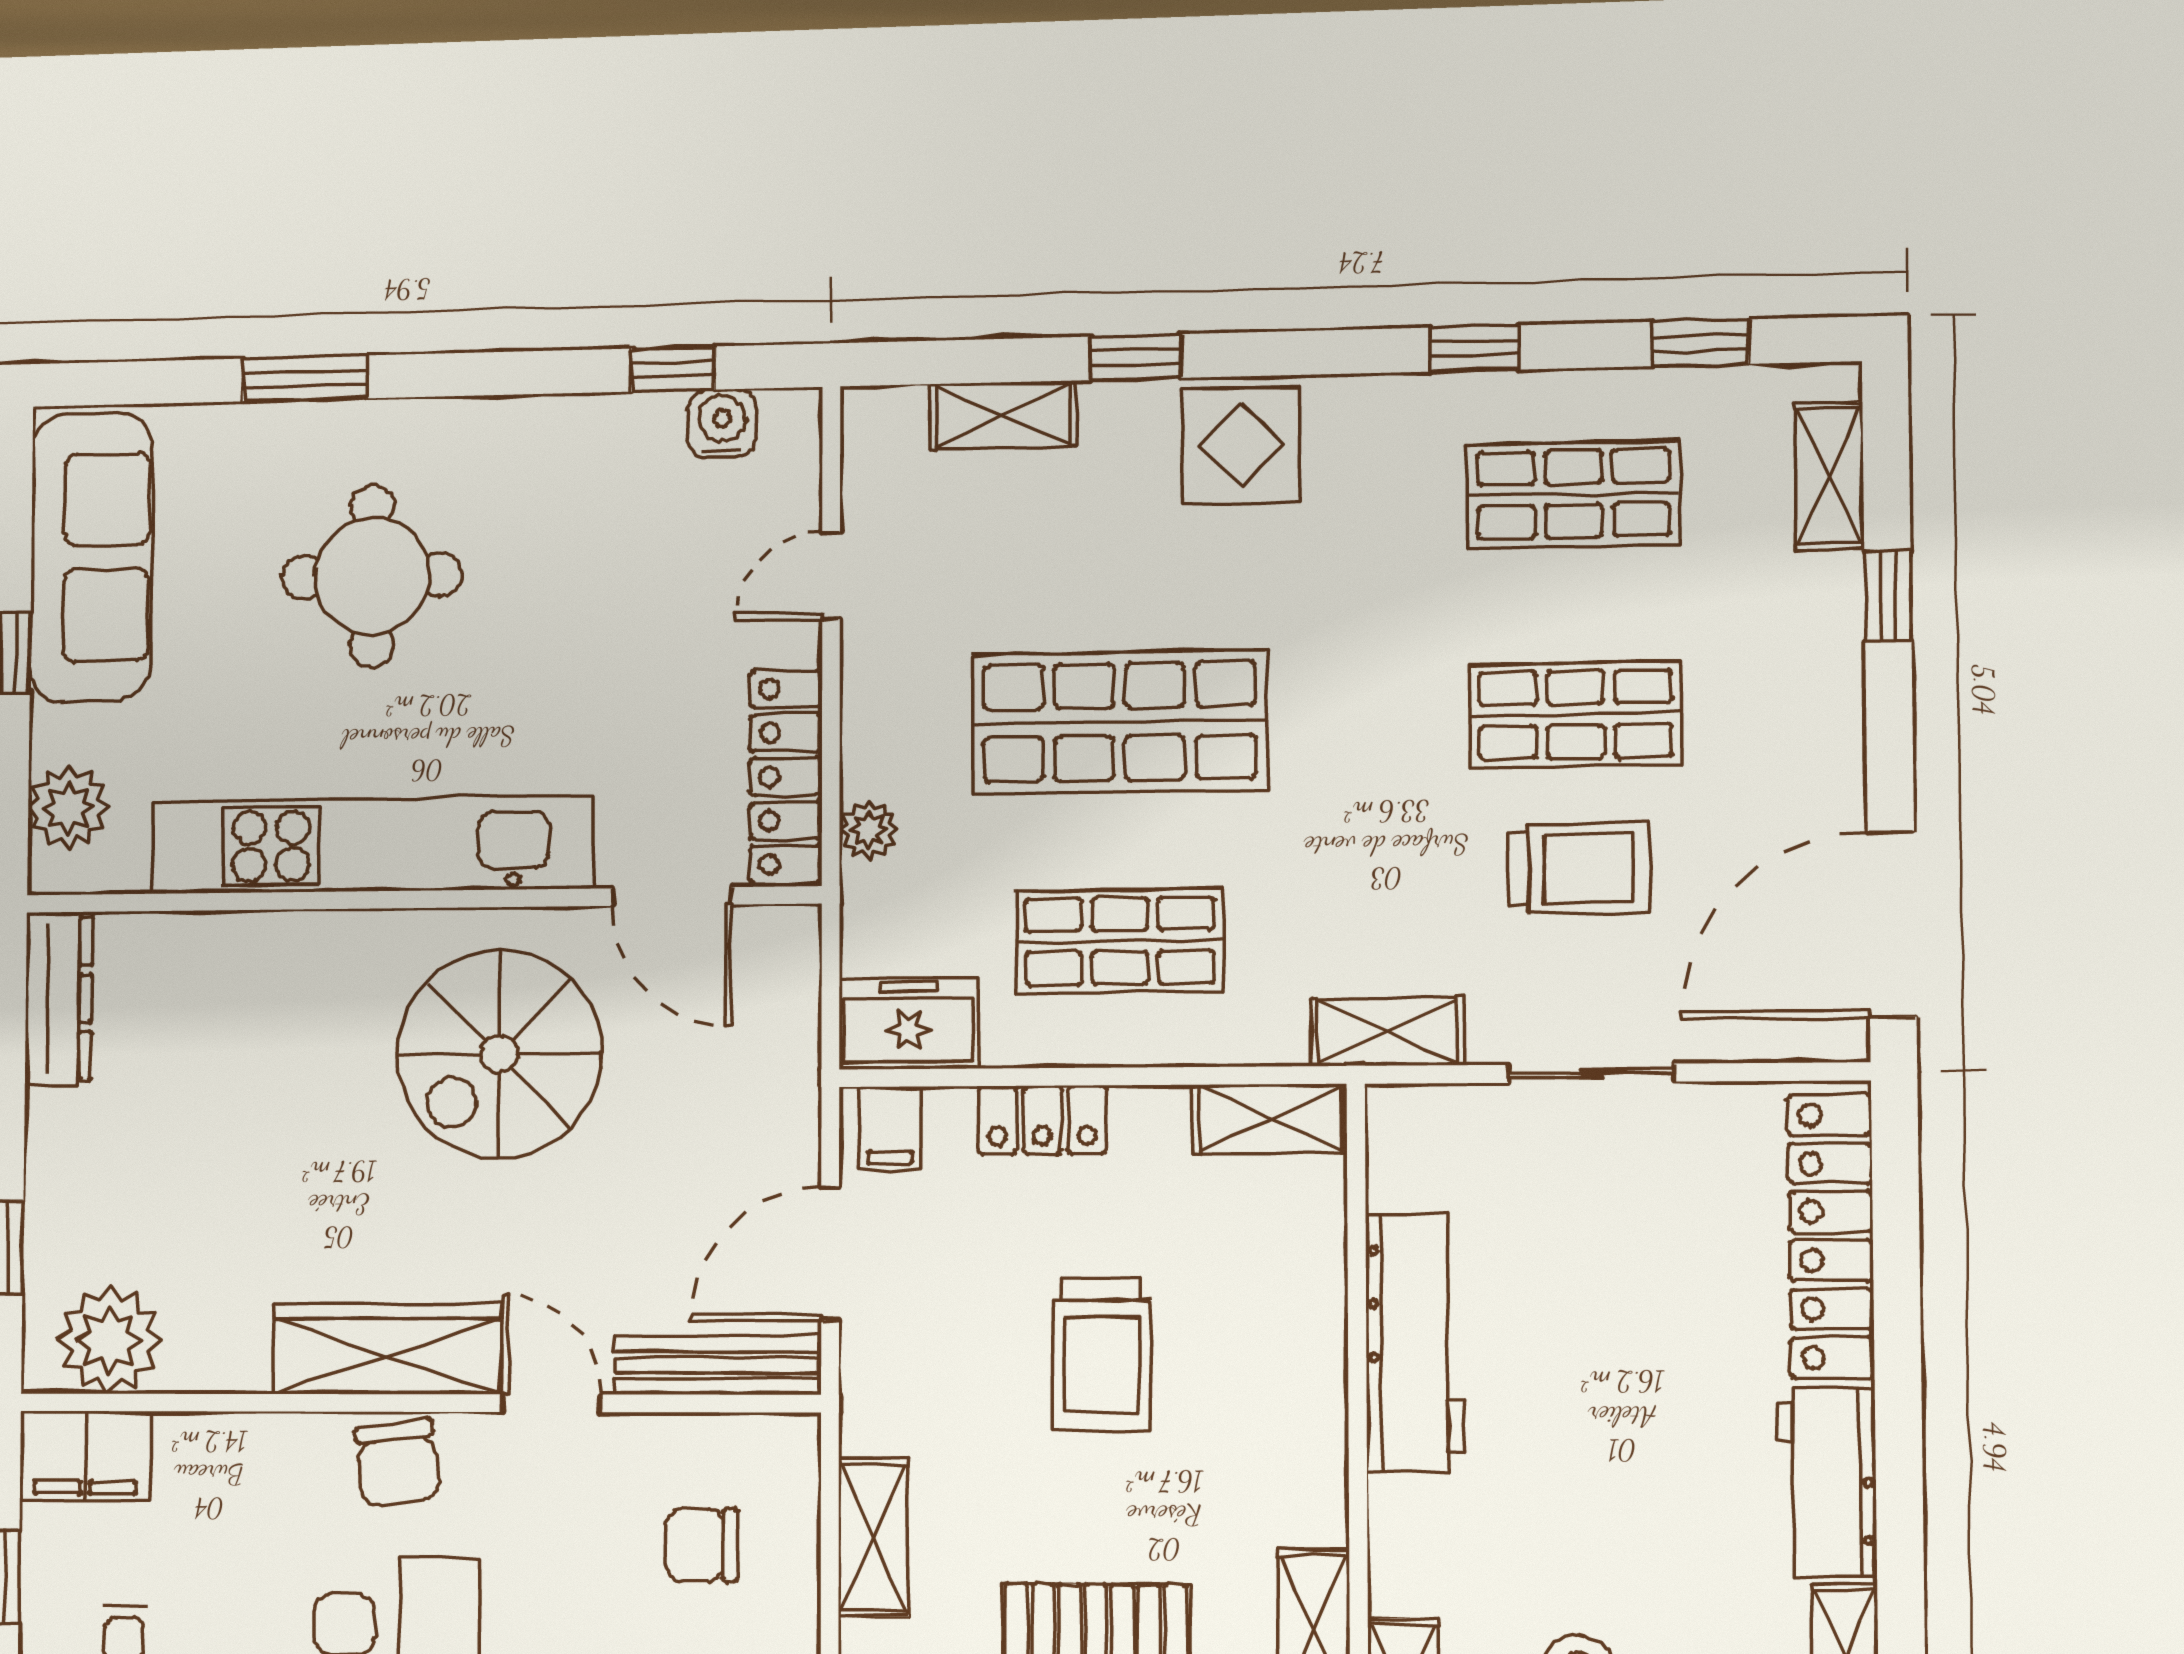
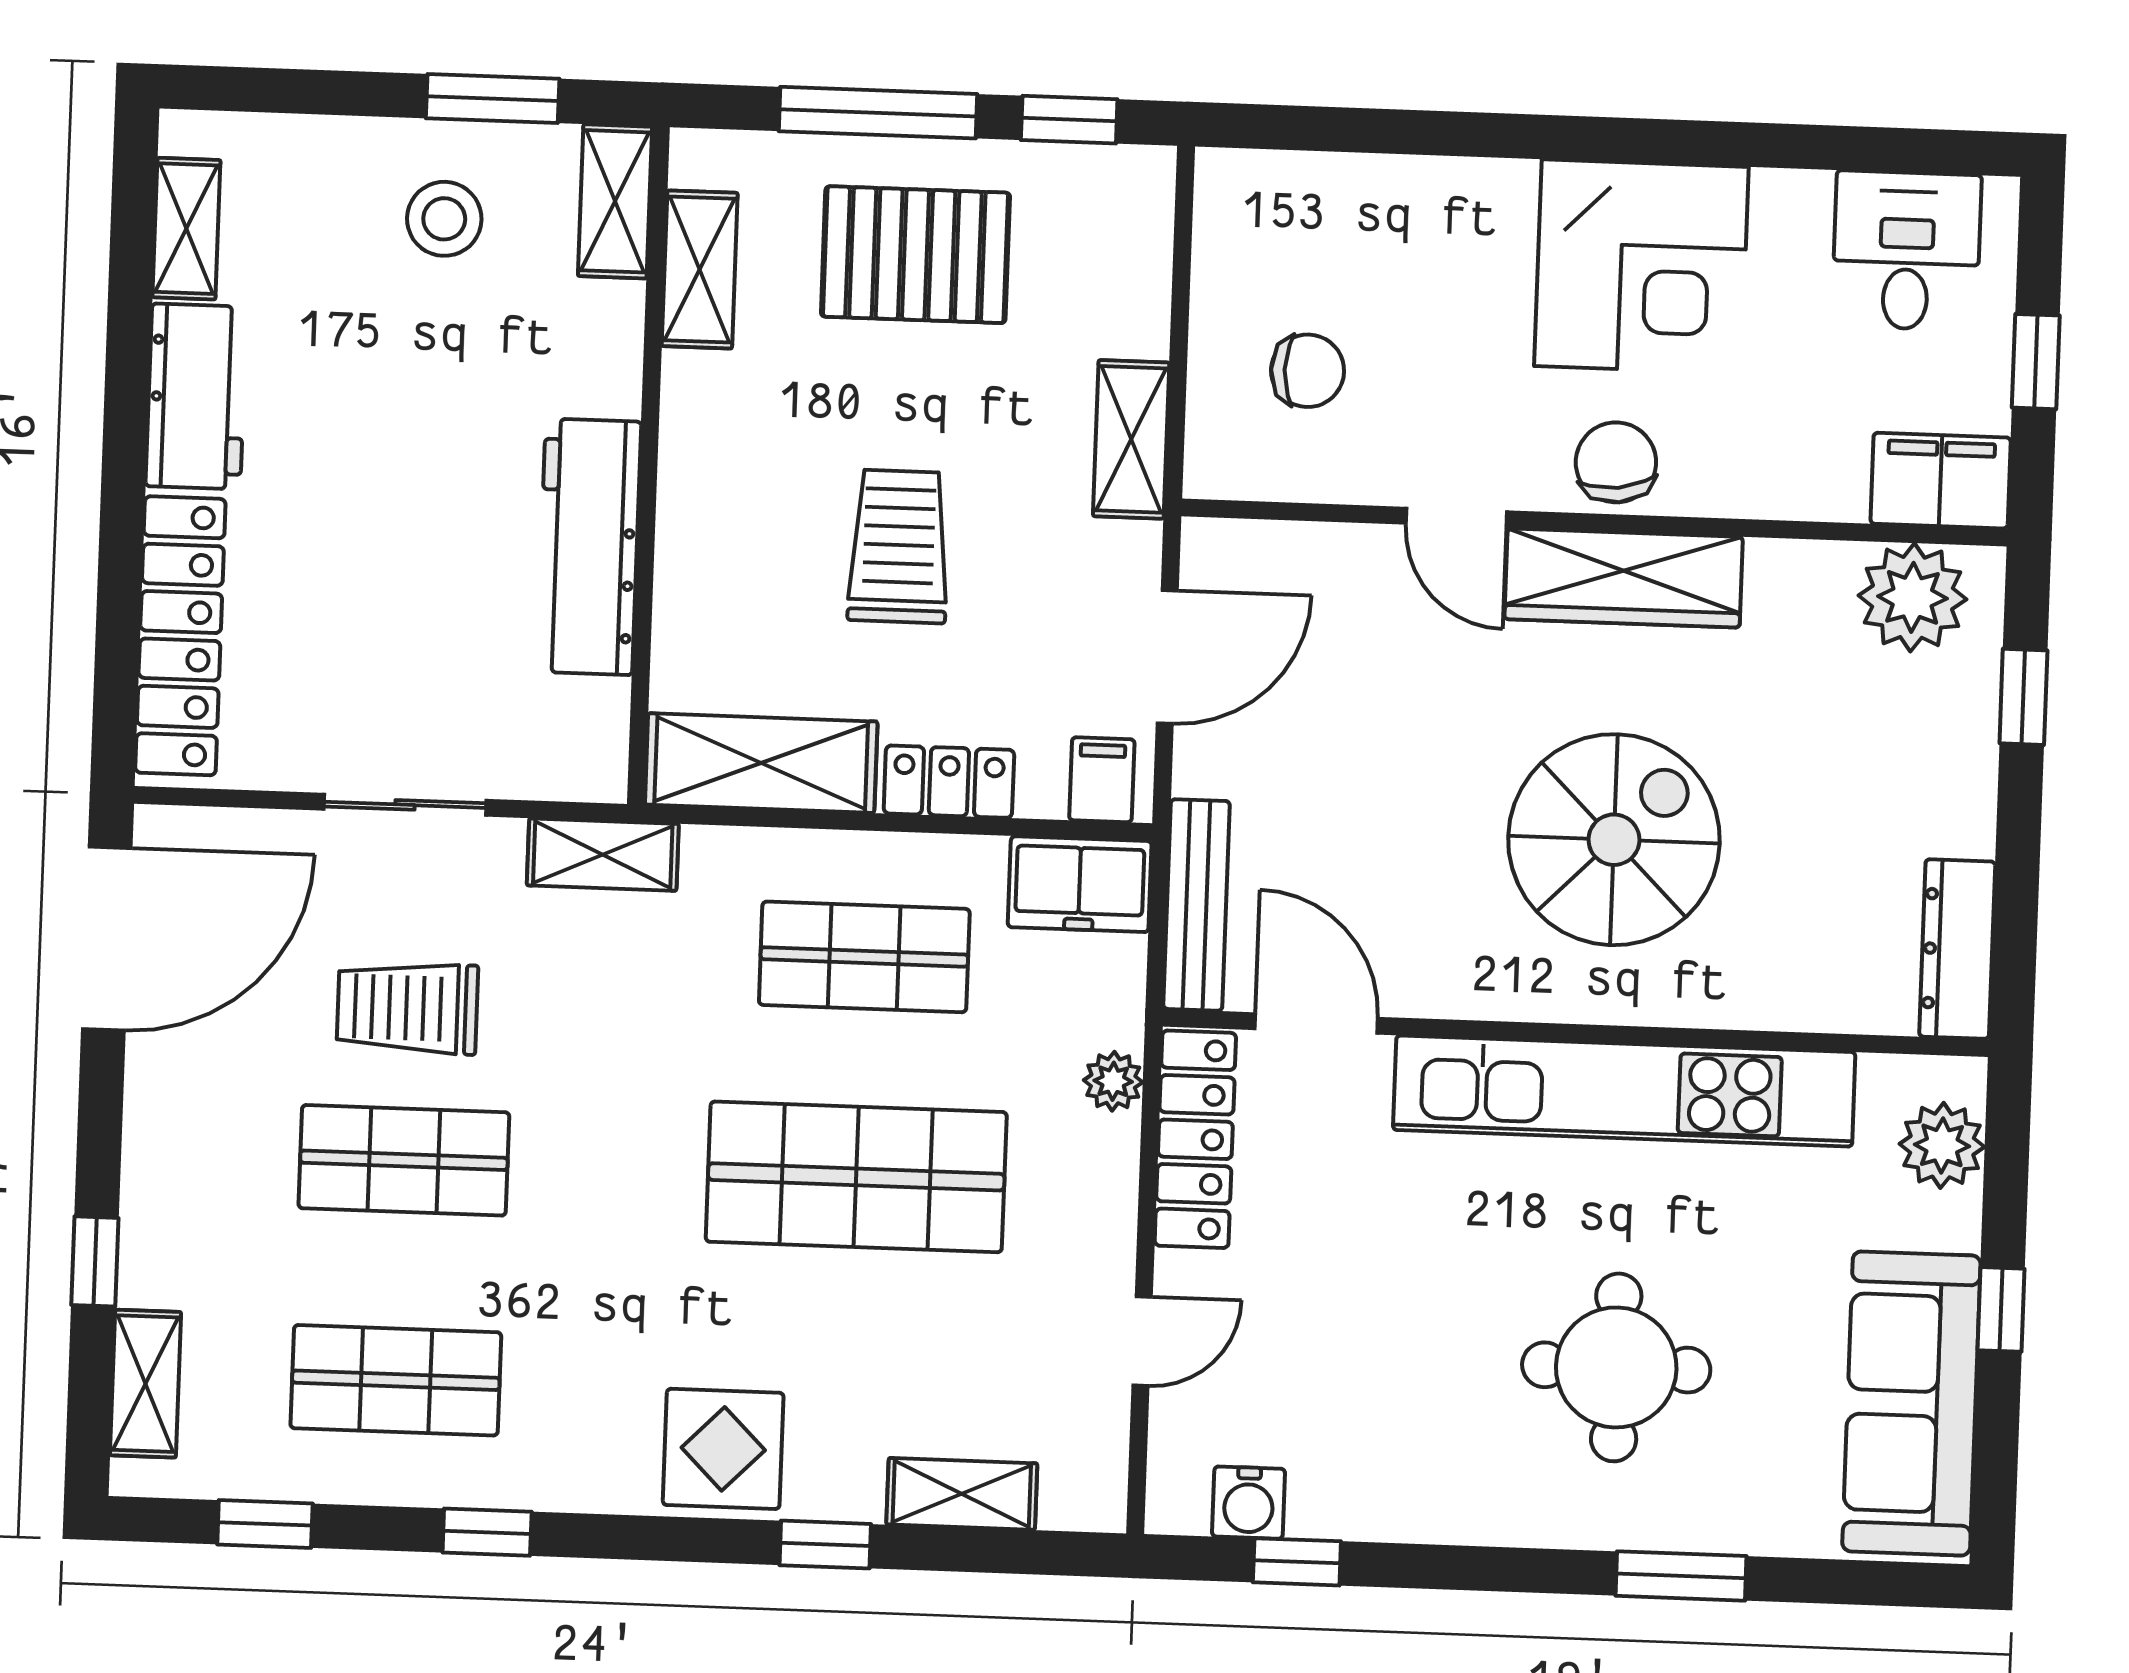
spiral stairs: (499, 1054) -> (1614, 840), moved
shelving: (1269, 1119) -> (761, 763), width x1.50, depth x1.33
bench: (718, 1365) -> (1196, 905), moved, turned 90
shelving: (874, 1537) -> (1131, 439), moved

